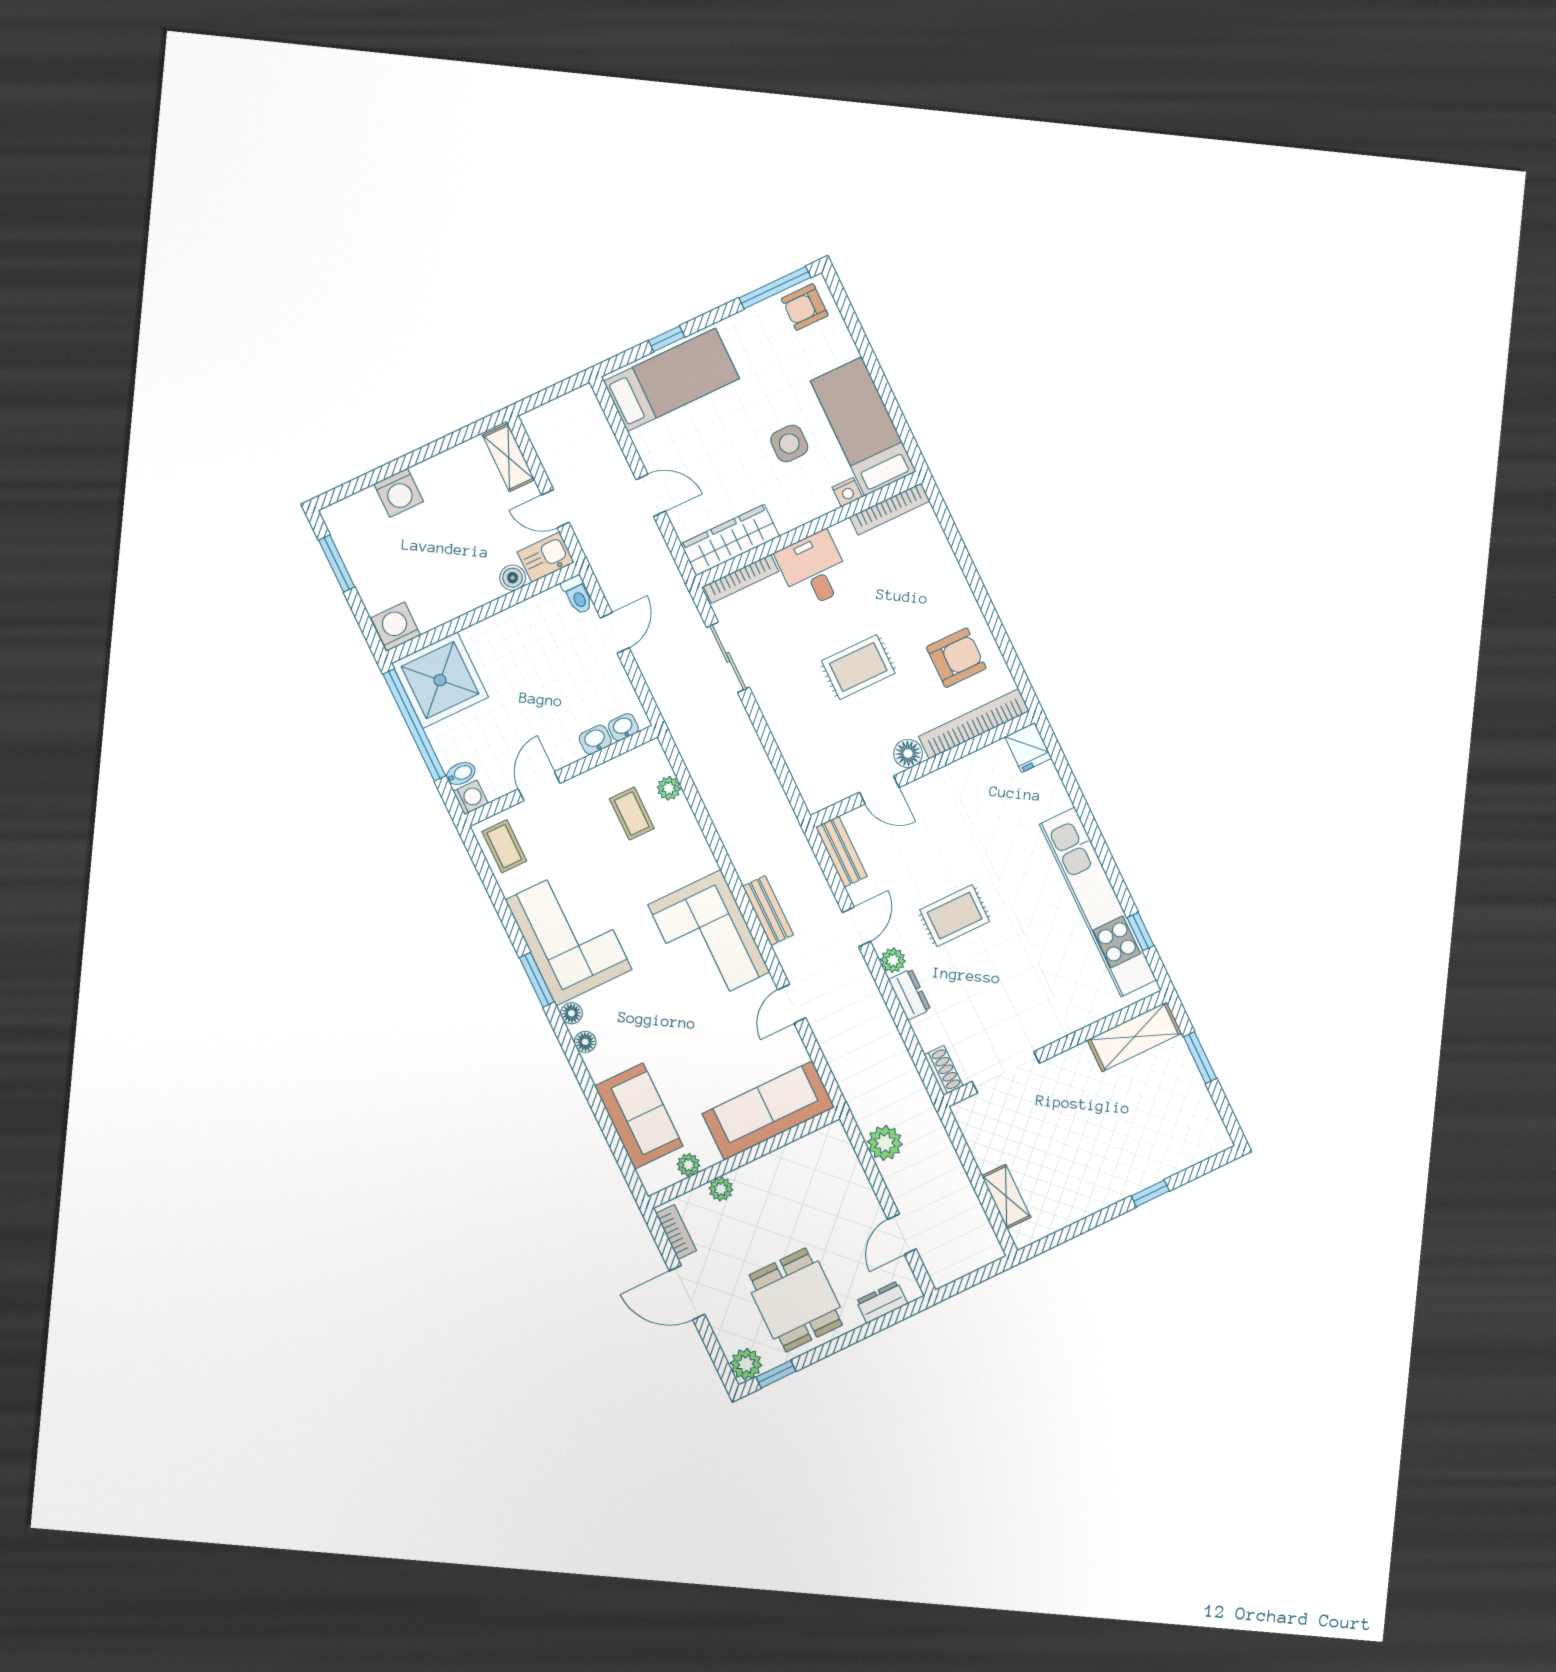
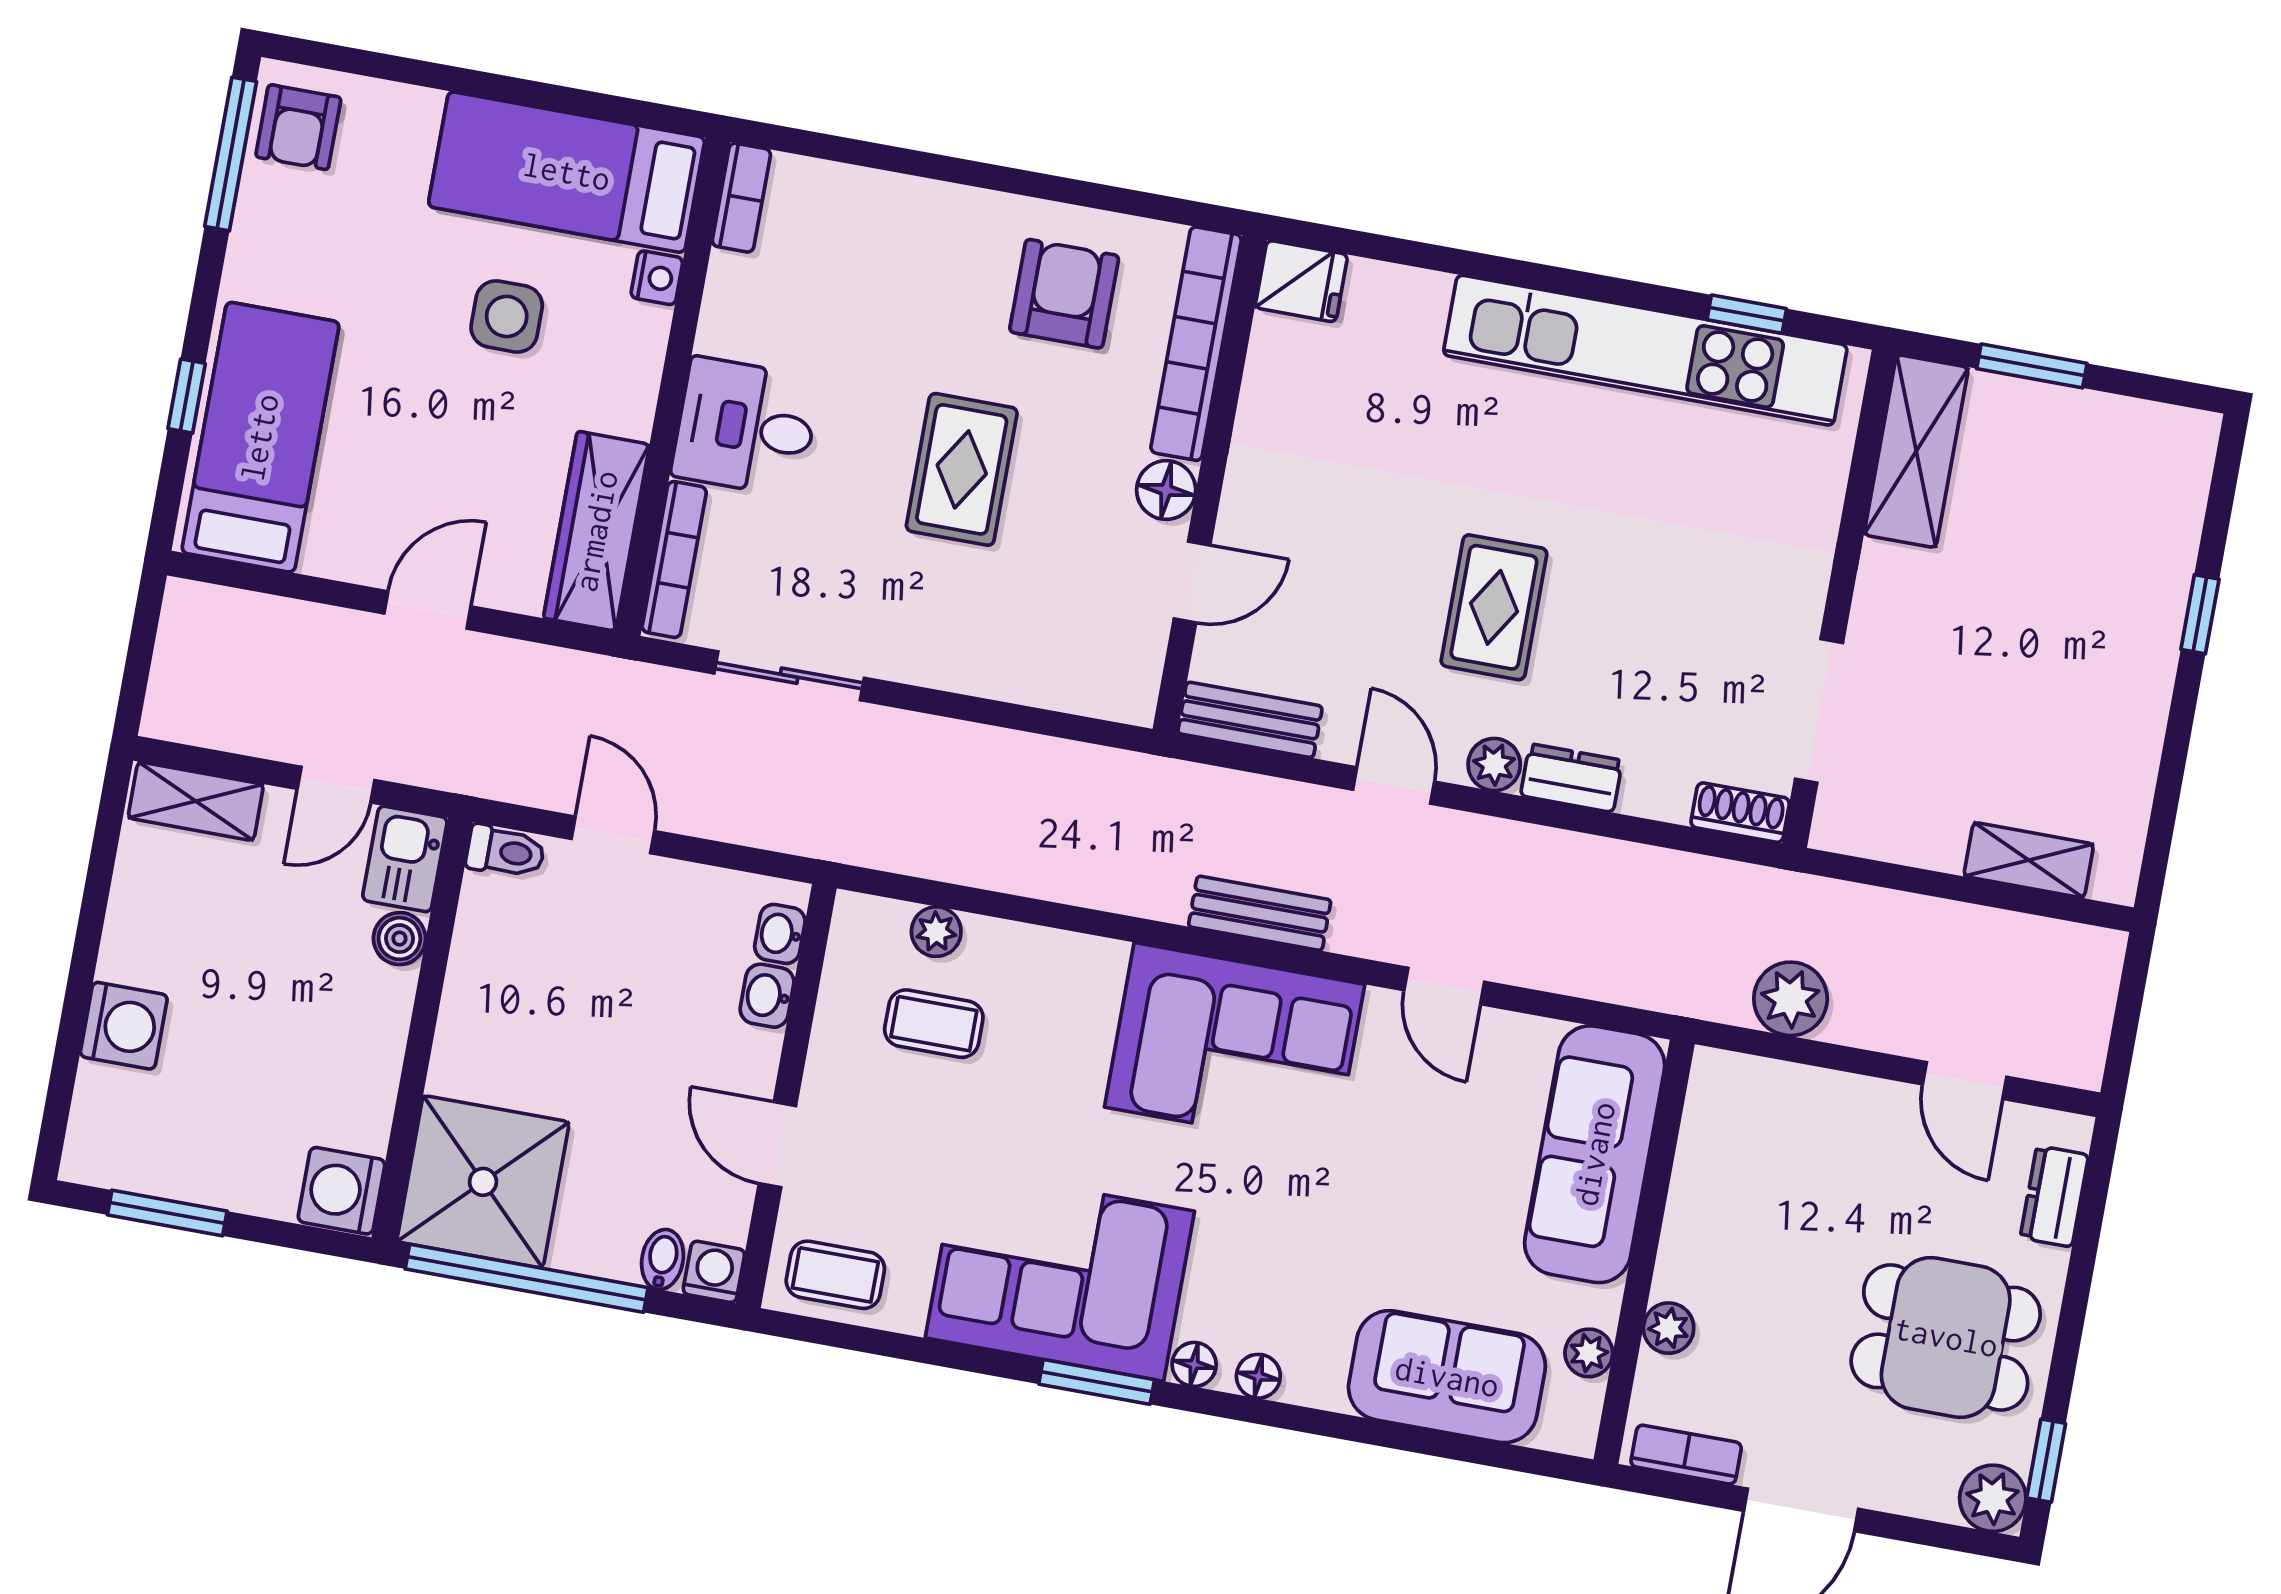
bookcase: (890, 509) -> (741, 198), width x0.64

